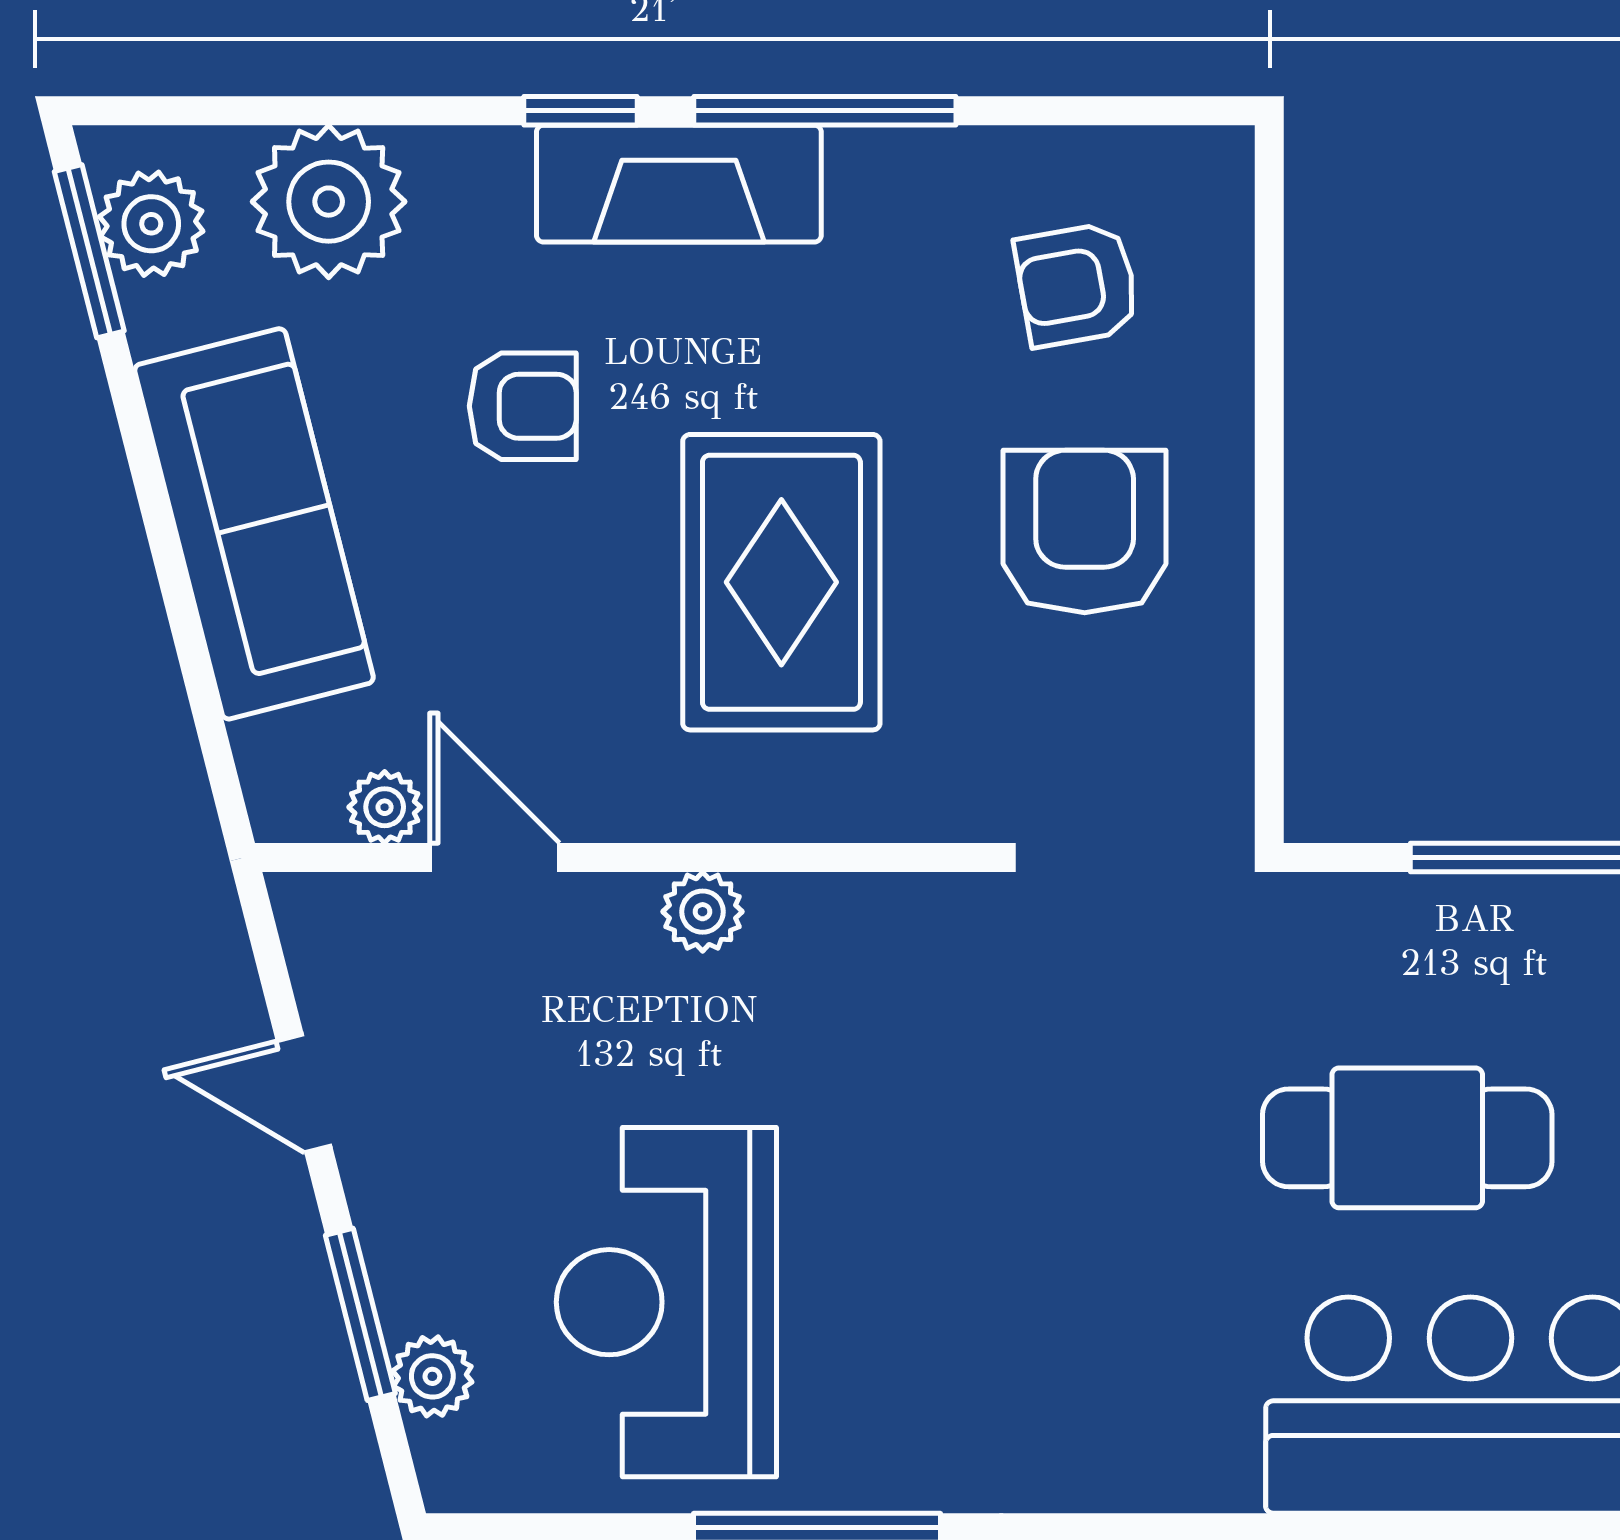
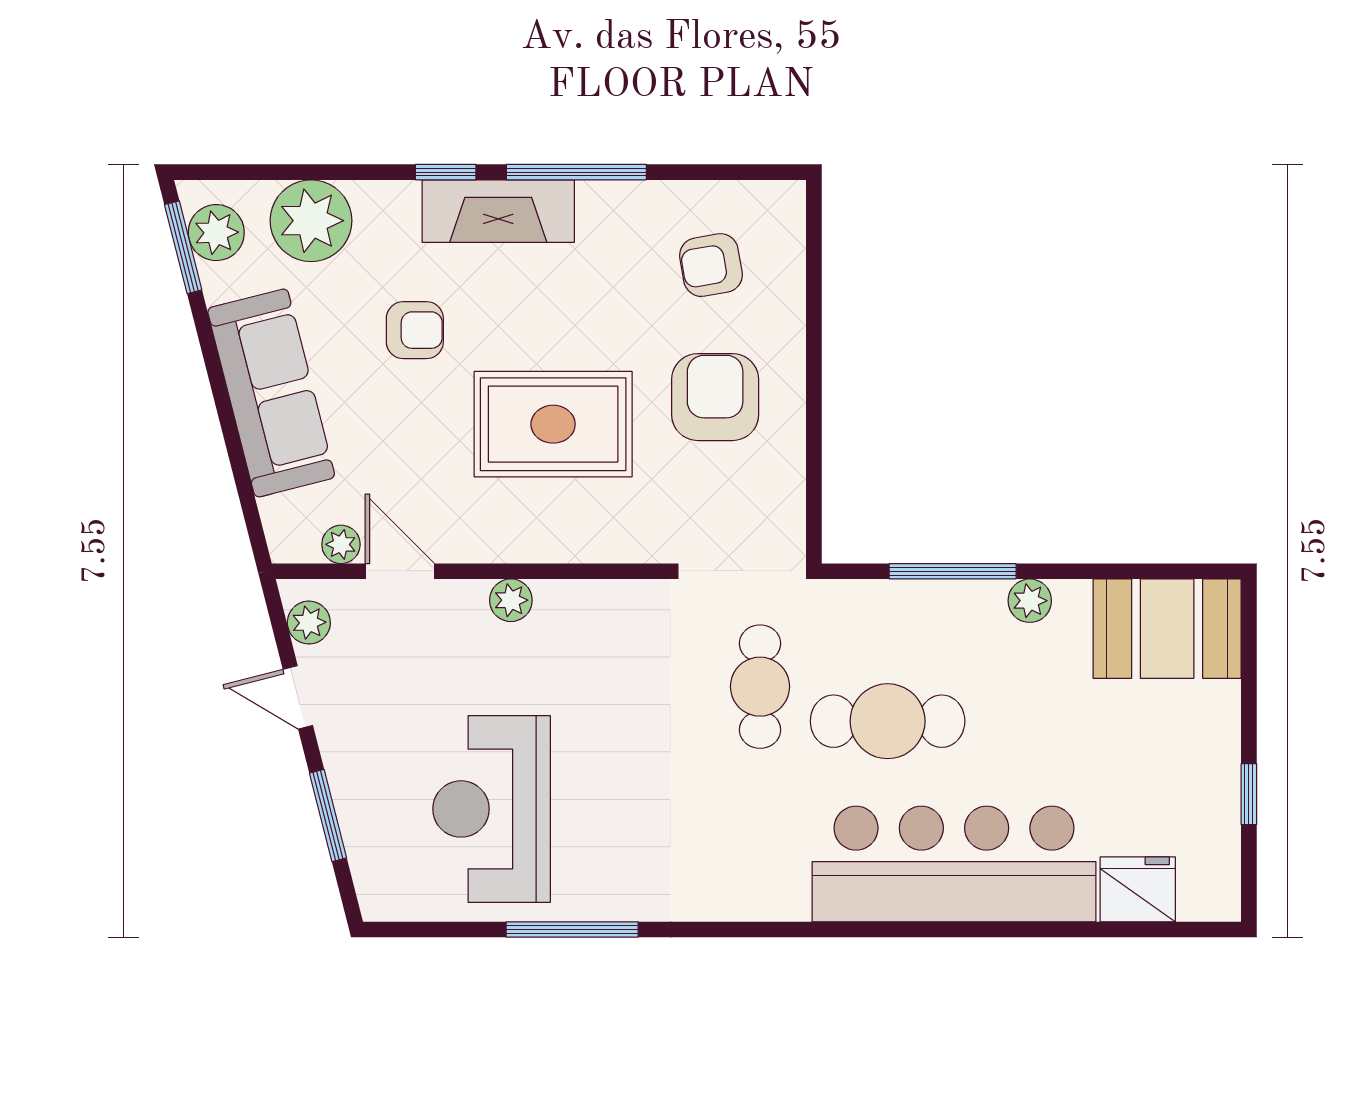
rug: (781, 582) -> (553, 424), turned 90
cafe table: (1169, 1073) -> (760, 687), added
plant: (432, 1376) -> (309, 623), moved

